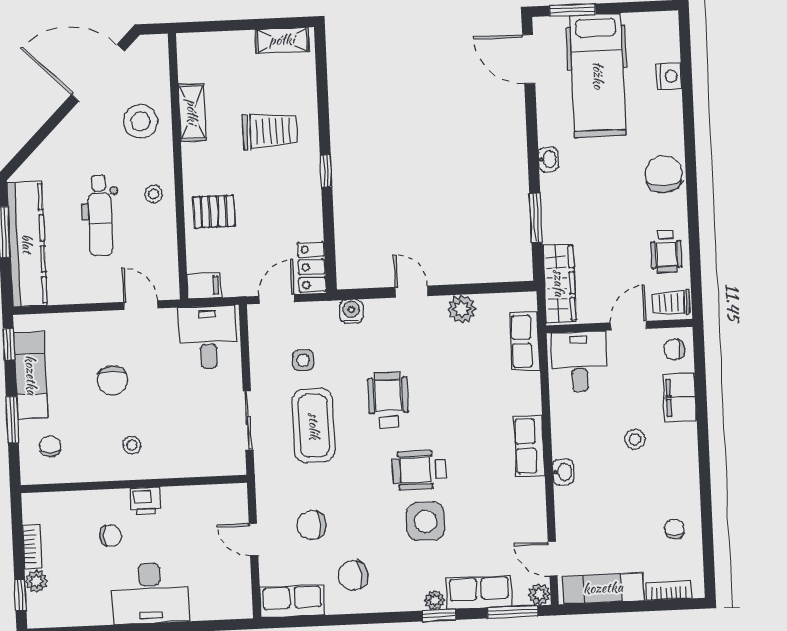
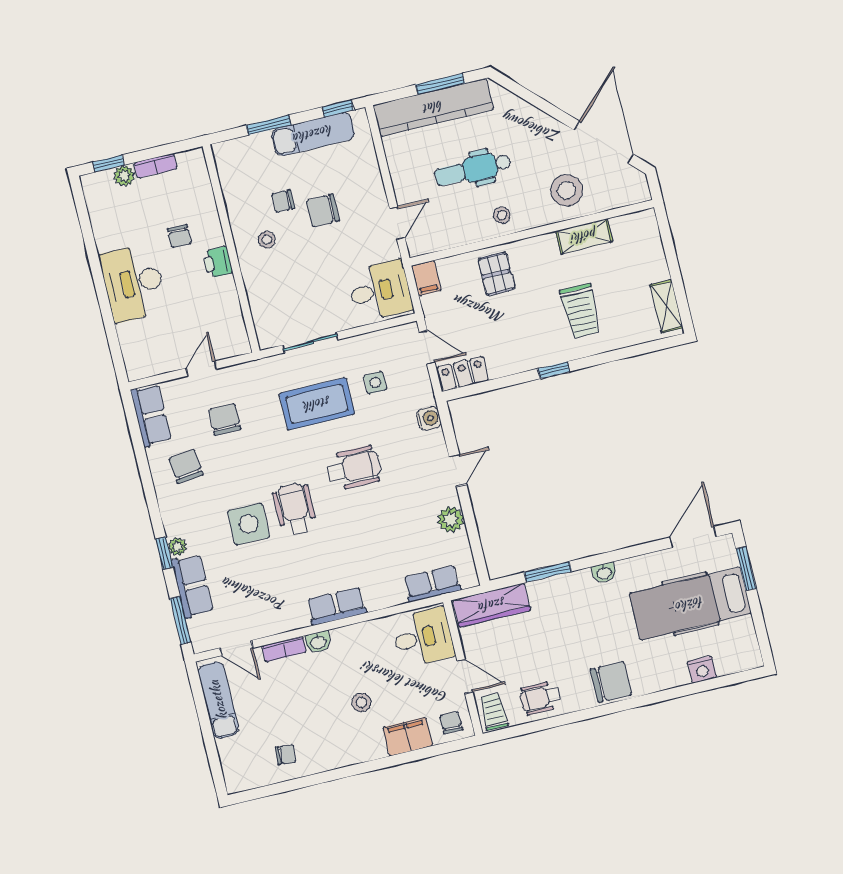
chair: (50, 446) -> (283, 201), moved, turned 180
door: (553, 559) -> (236, 648), swing flipped
bookcase: (668, 591) -> (284, 649), moved, turned 90
plant: (539, 594) -> (201, 642), removed

